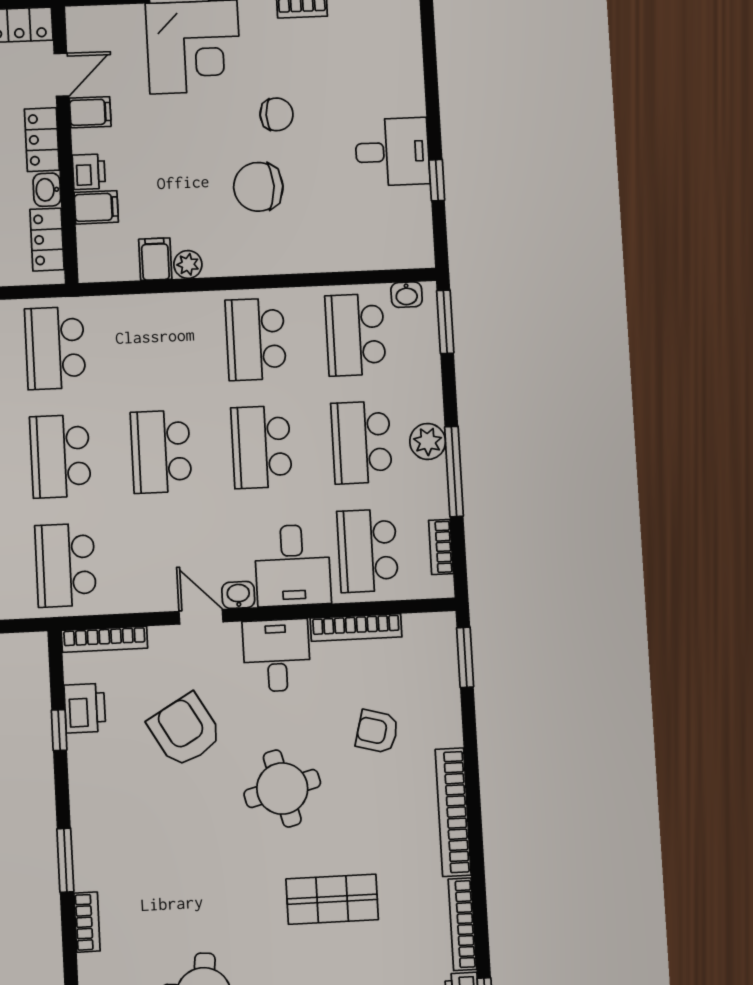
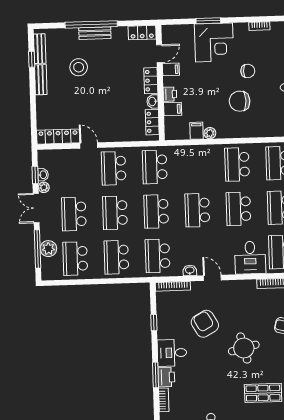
washbasin: (238, 595) -> (190, 270), moved
desk: (277, 655) -> (172, 353), moved, turned -90
printer: (85, 708) -> (166, 377), moved

